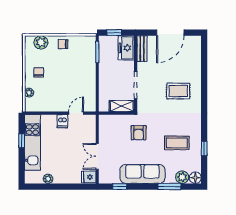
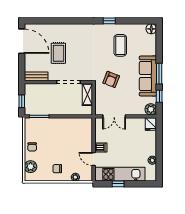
door: (170, 33) -> (22, 41), moved
freezer: (126, 48) -> (35, 90), removed
rug: (178, 91) -> (58, 53), moved
door: (76, 113) -> (94, 159), moved
armchair: (139, 133) -> (111, 79), turned 111
window: (204, 149) -> (109, 21), moved
double door: (97, 156) -> (114, 116), moved
plant: (182, 177) -> (151, 109), moved
window: (169, 187) -> (159, 74), moved

